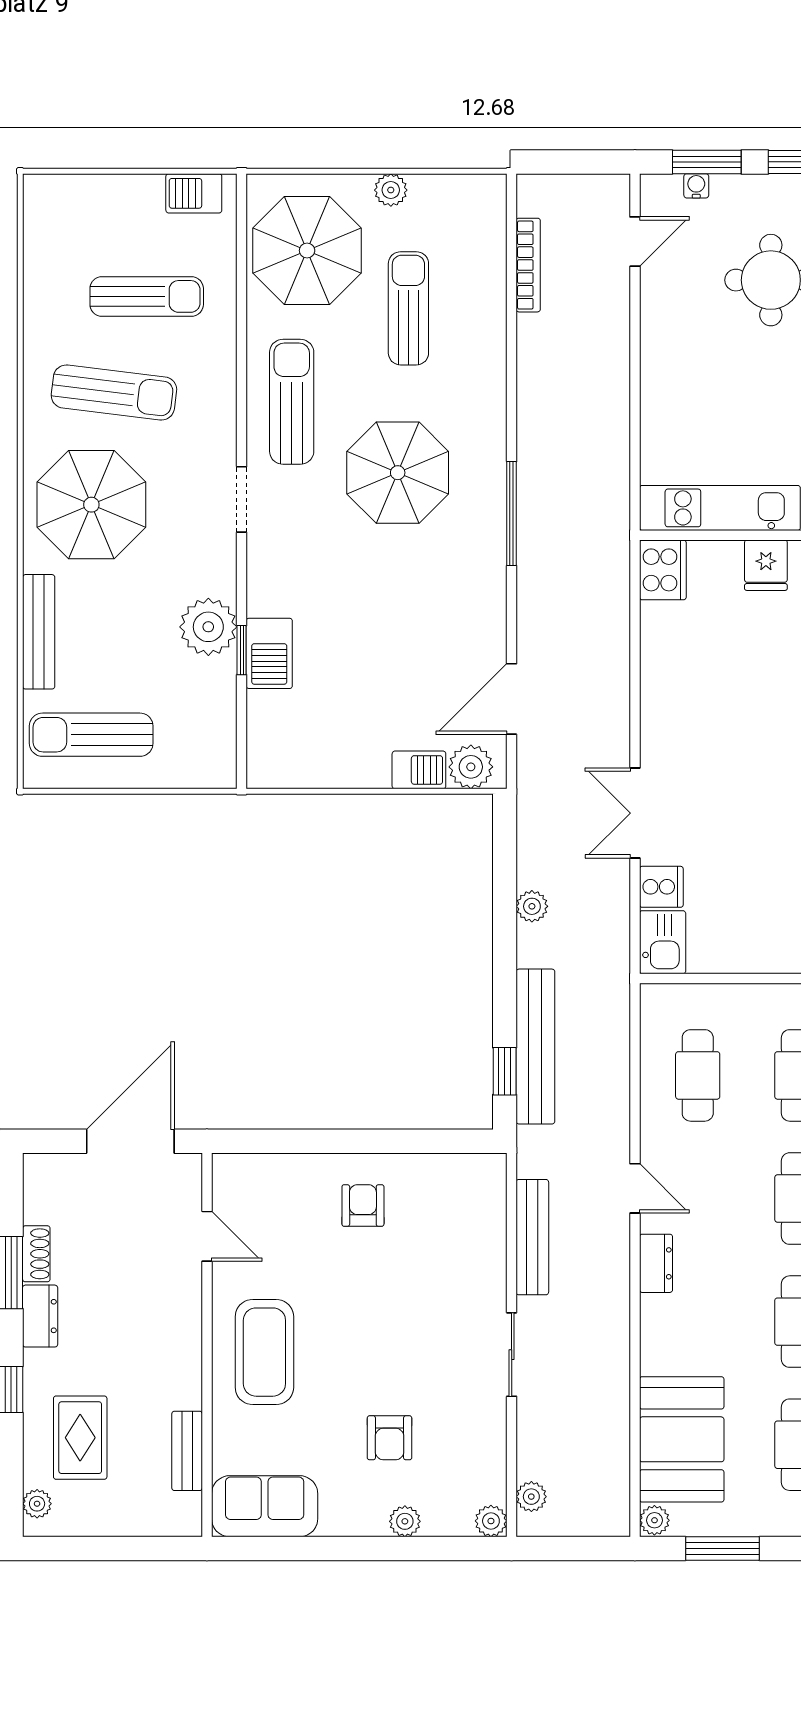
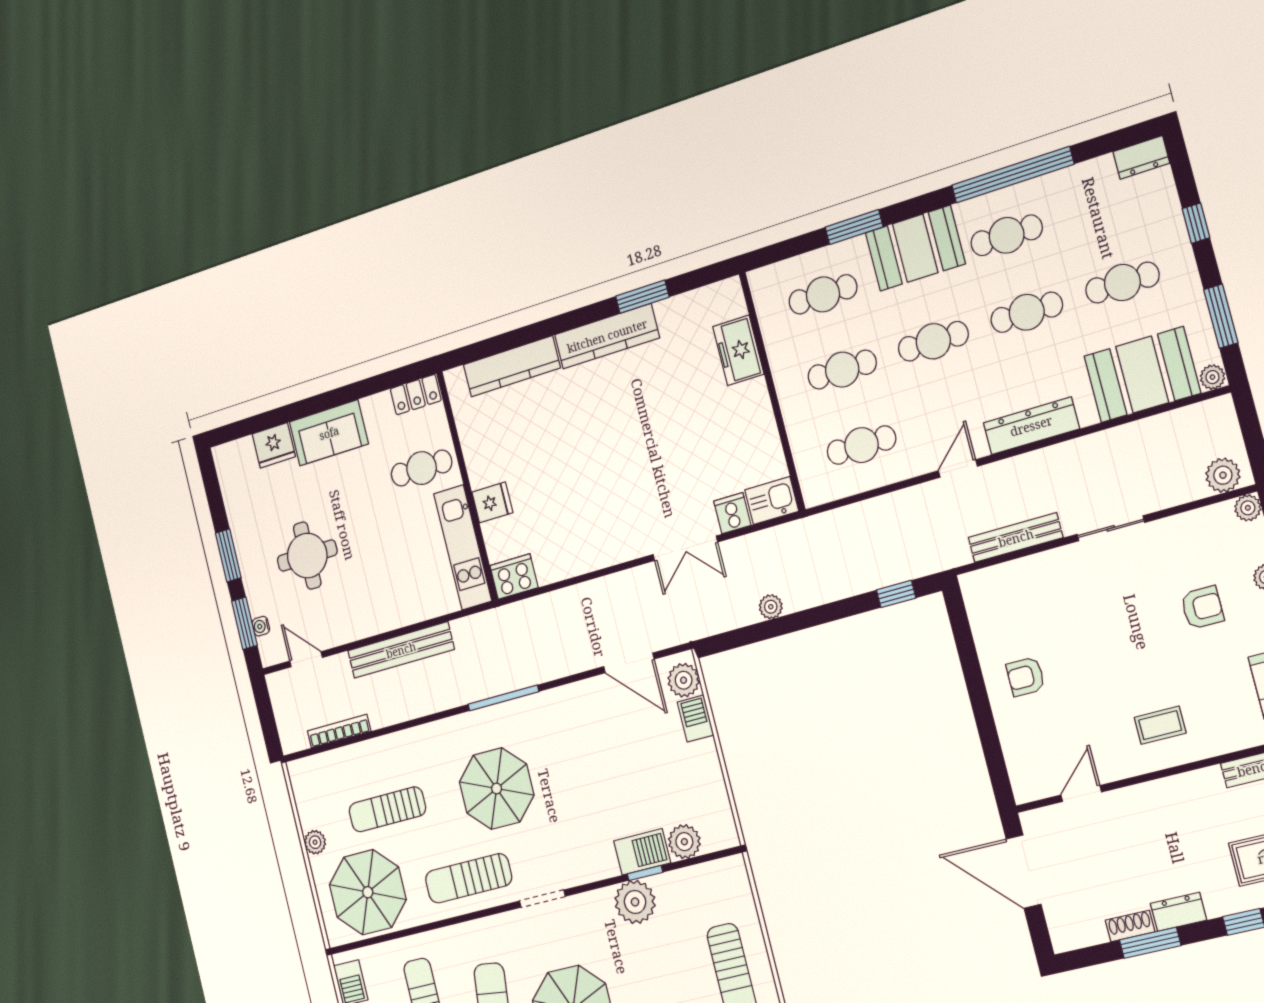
plant: (269, 714) -> (684, 842), added
bench: (535, 1047) -> (401, 650), moved
dresser: (656, 1263) -> (1031, 426), width x1.96, depth x1.24
coffee table: (264, 1352) -> (1160, 725), width x0.54, depth x0.58
plant: (531, 1497) -> (1223, 475), width x1.38, depth x1.38

